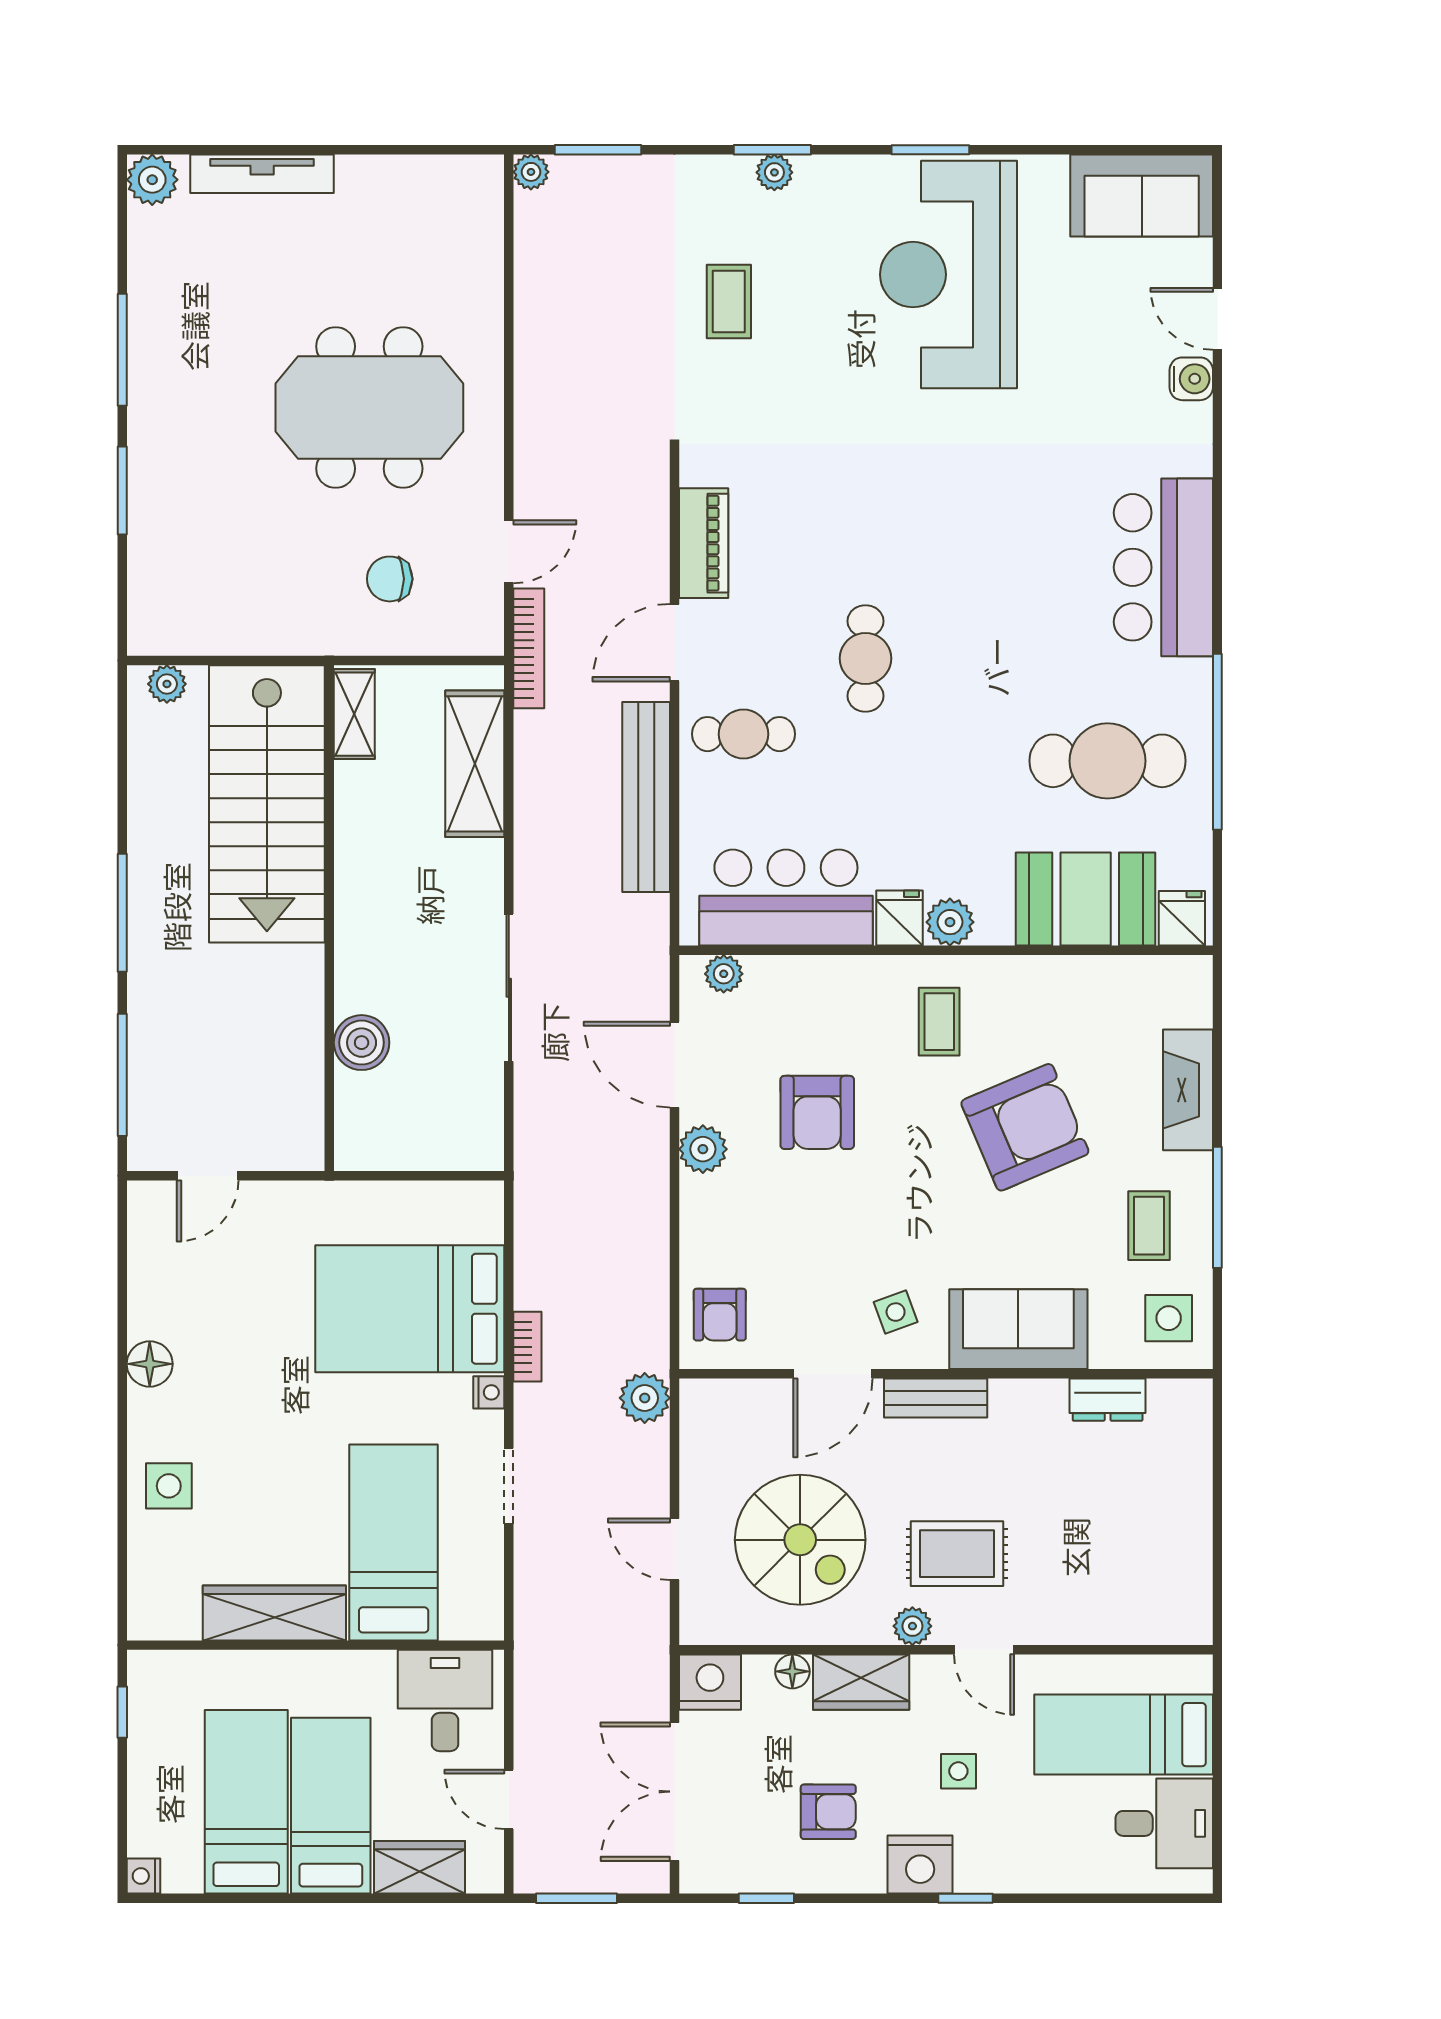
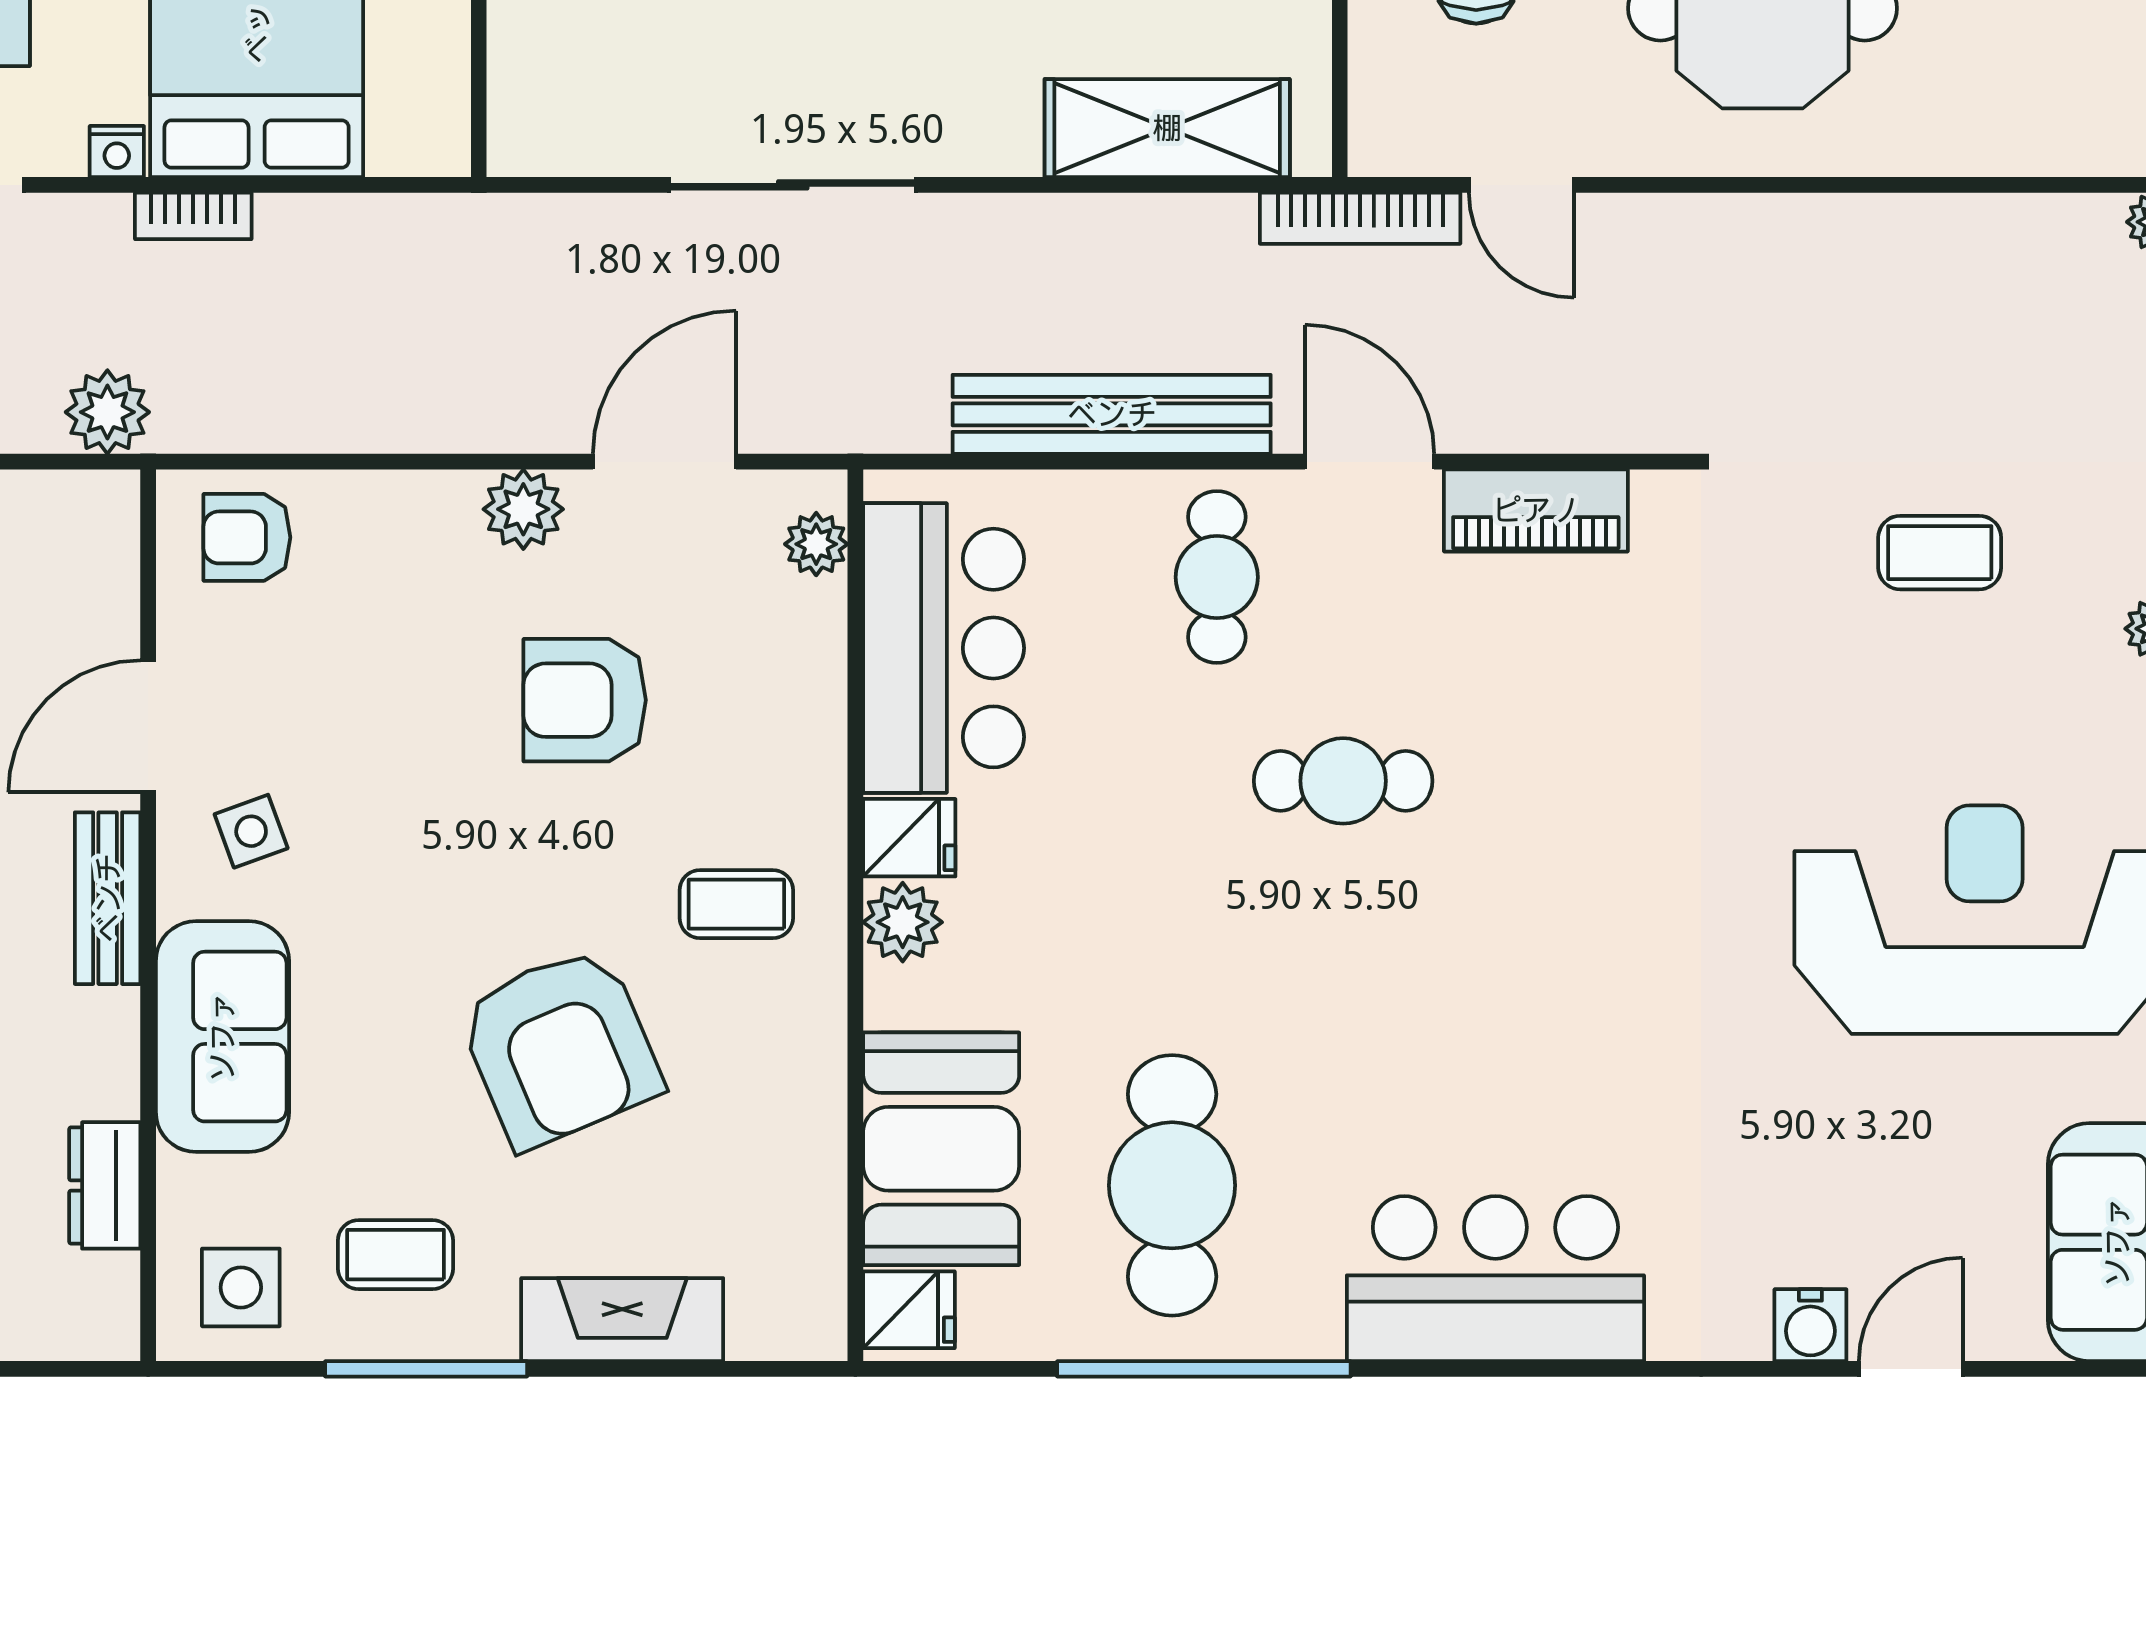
door: (833, 1374) -> (148, 726), hinge flipped

